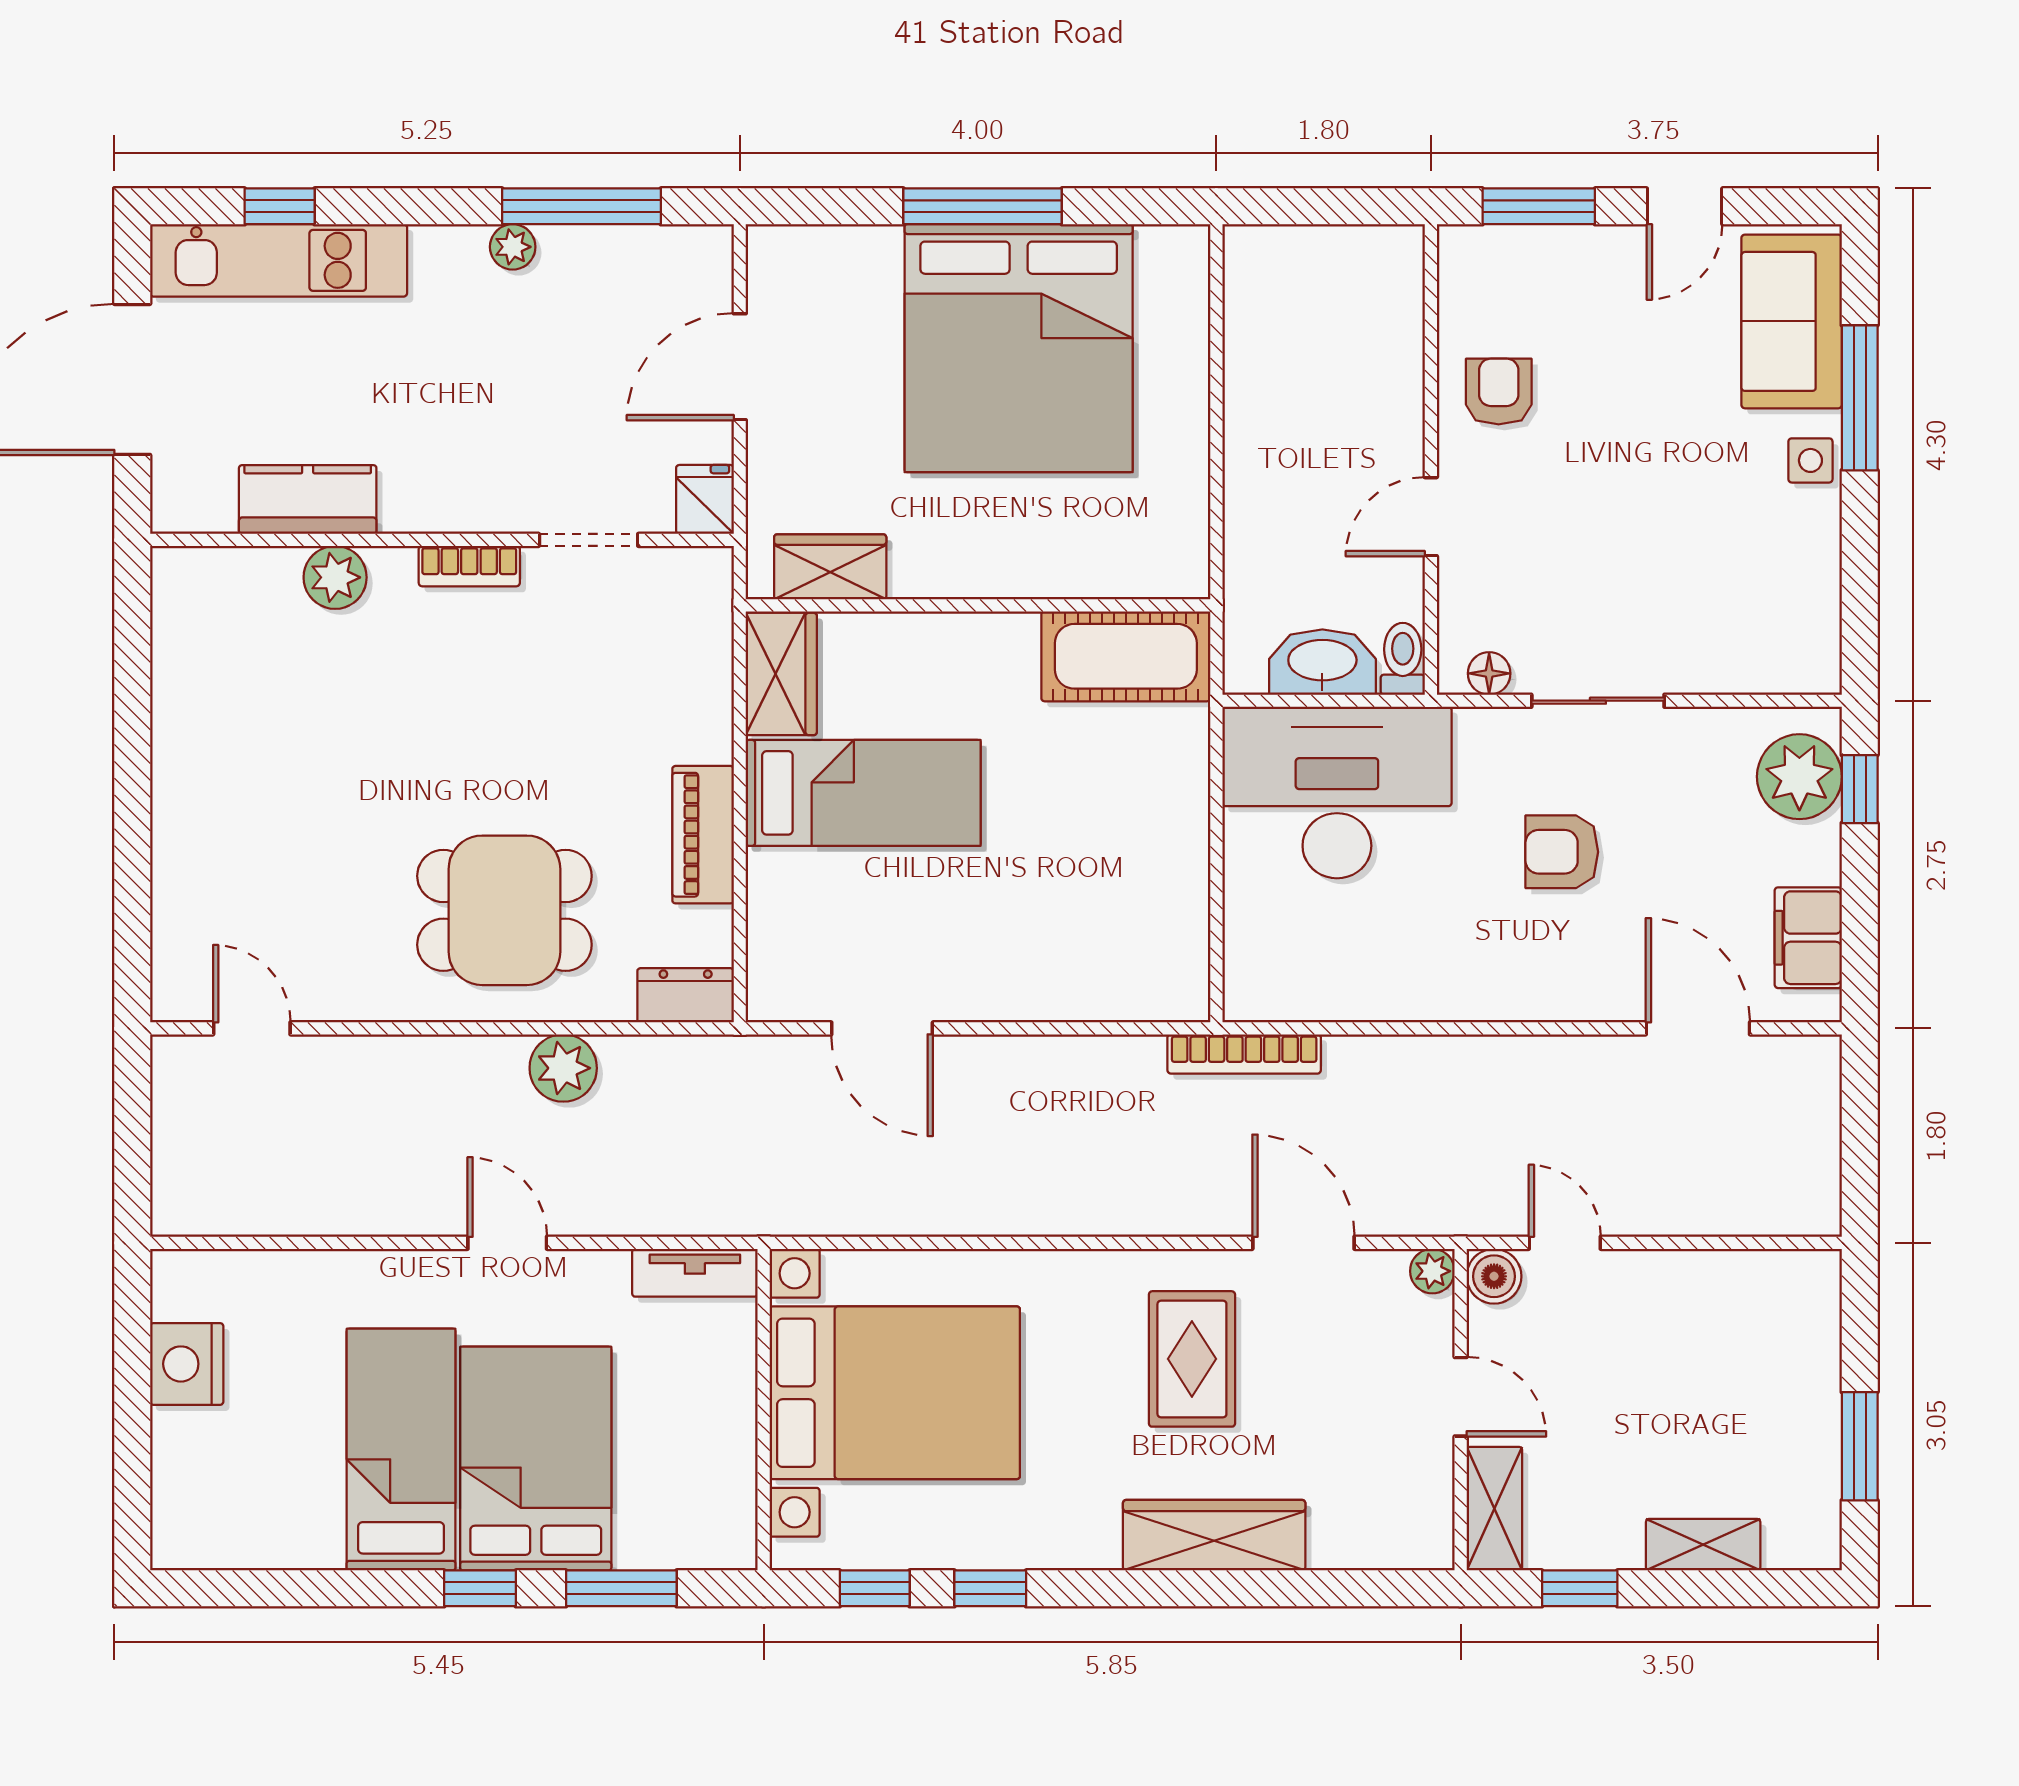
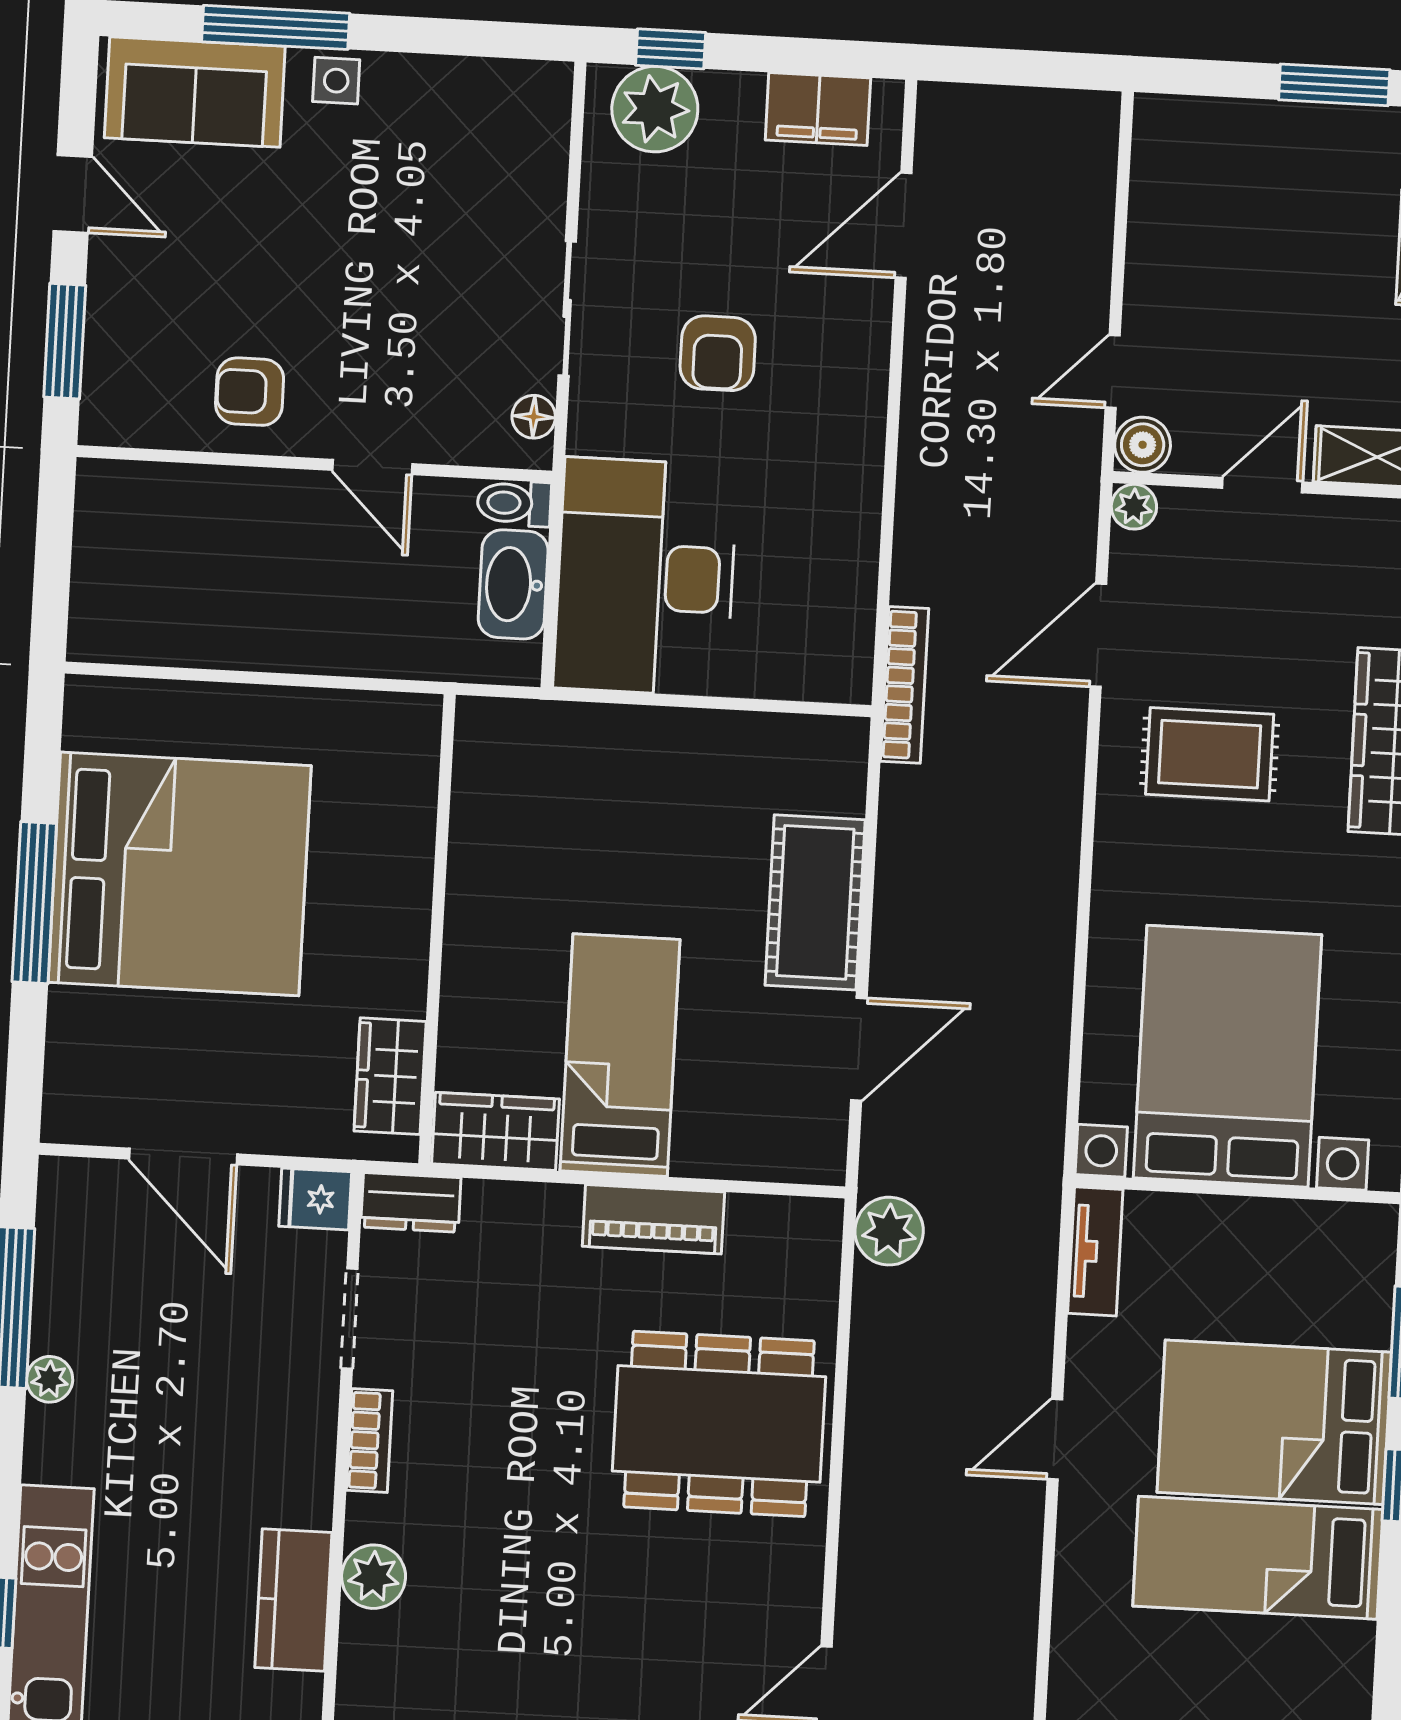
cot: (1126, 656) -> (815, 902), moved
dining table: (504, 910) -> (719, 1424), width x1.38
dresser: (686, 995) -> (411, 1202), moved, turned -90
plant: (563, 1068) -> (889, 1231), moved

